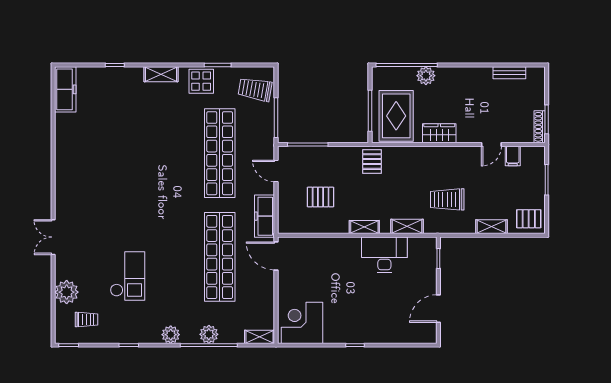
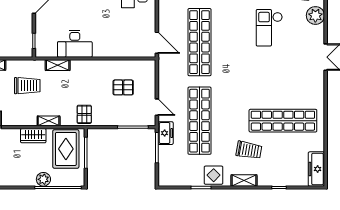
trolley: (255, 89) -> (249, 150), moved
shop shelf: (109, 153) -> (283, 121), added
freezer: (265, 216) -> (166, 133), moved, width x0.71
shelving: (364, 227) -> (49, 121), moved

